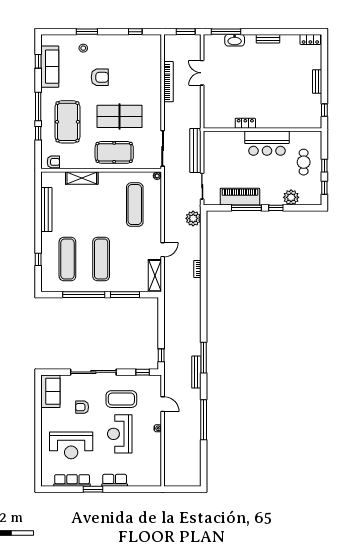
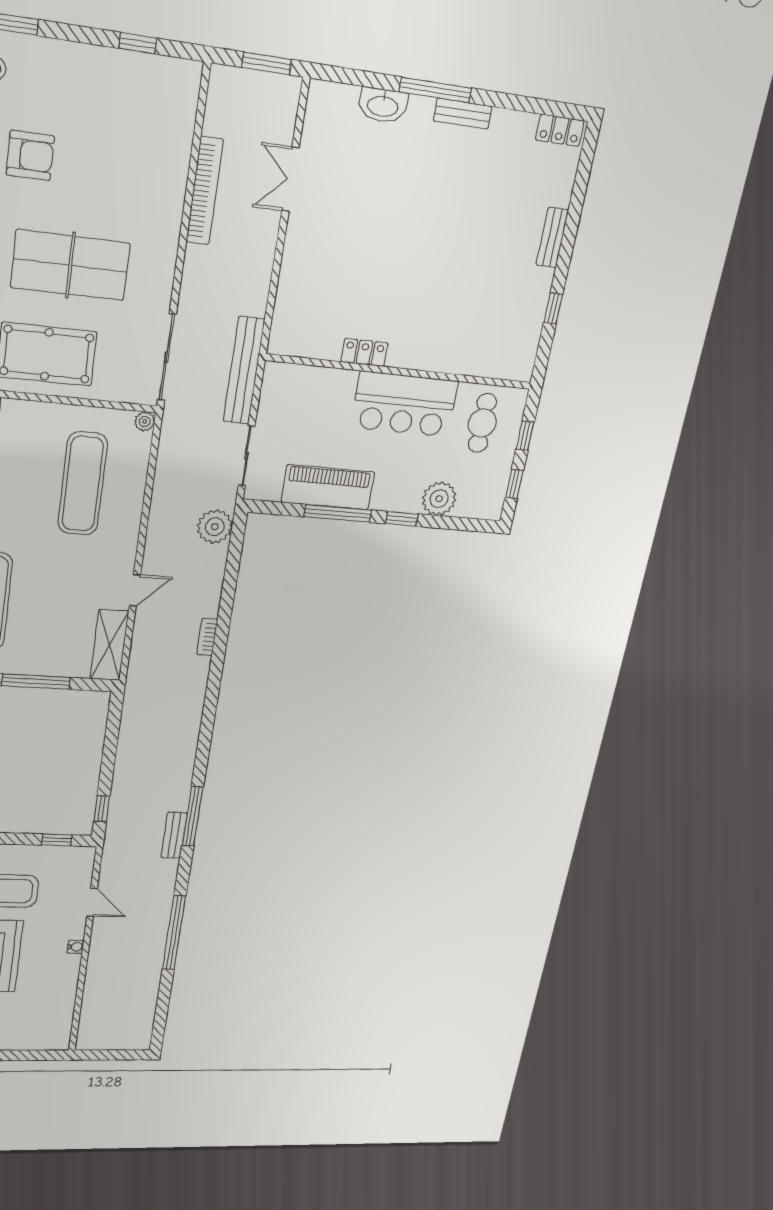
window: (226, 32) -> (435, 90), moved
locker: (245, 123) -> (364, 352), moved
wall: (263, 130) -> (401, 372), moved
bar counter: (267, 143) -> (404, 404), moved
bench: (196, 372) -> (174, 835), width x0.73

